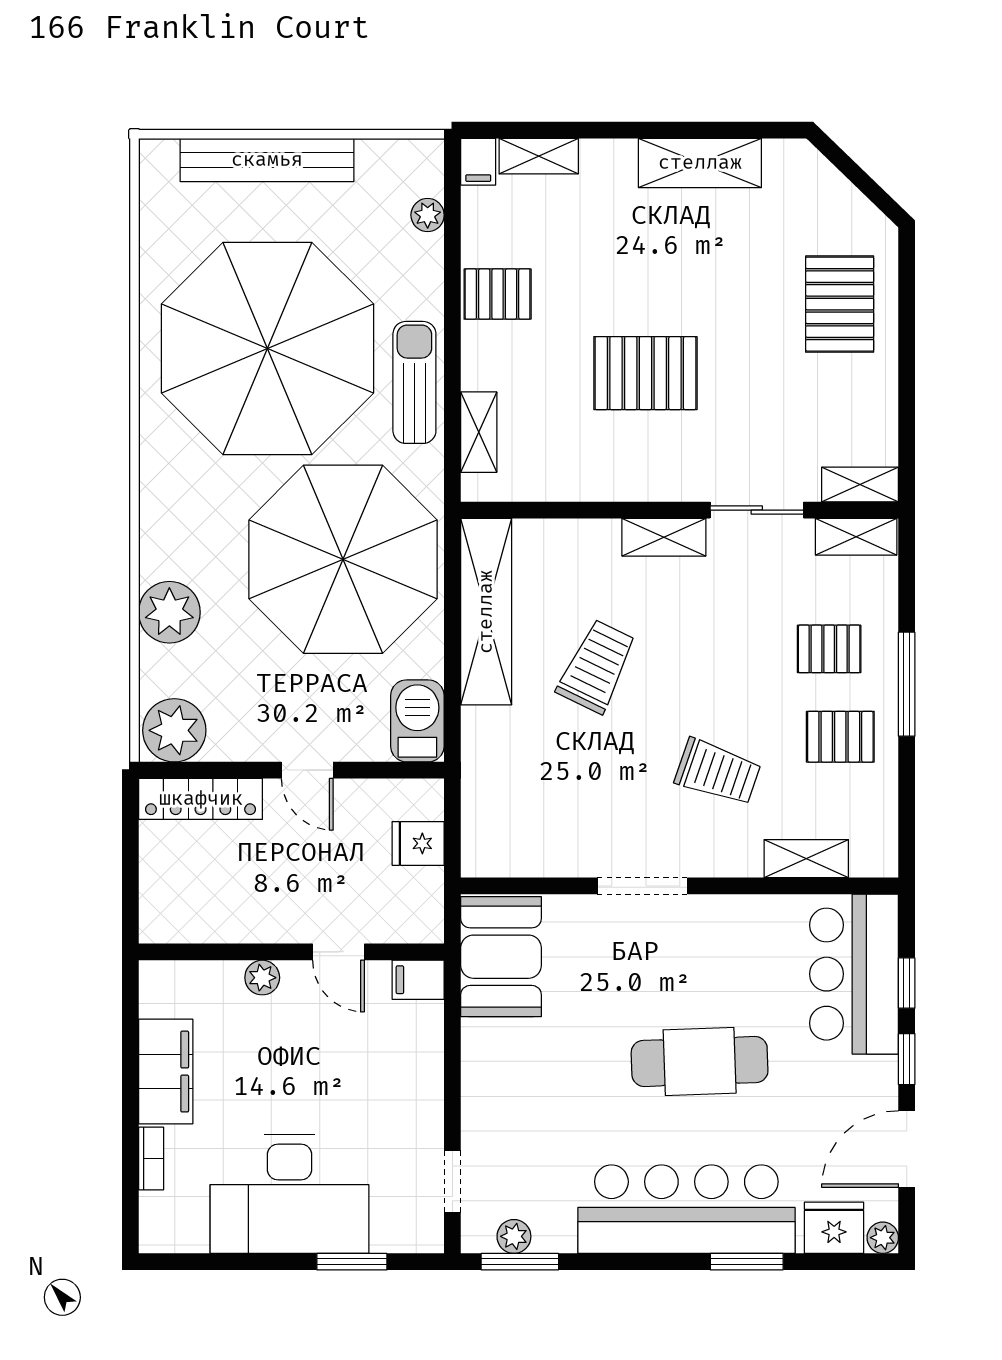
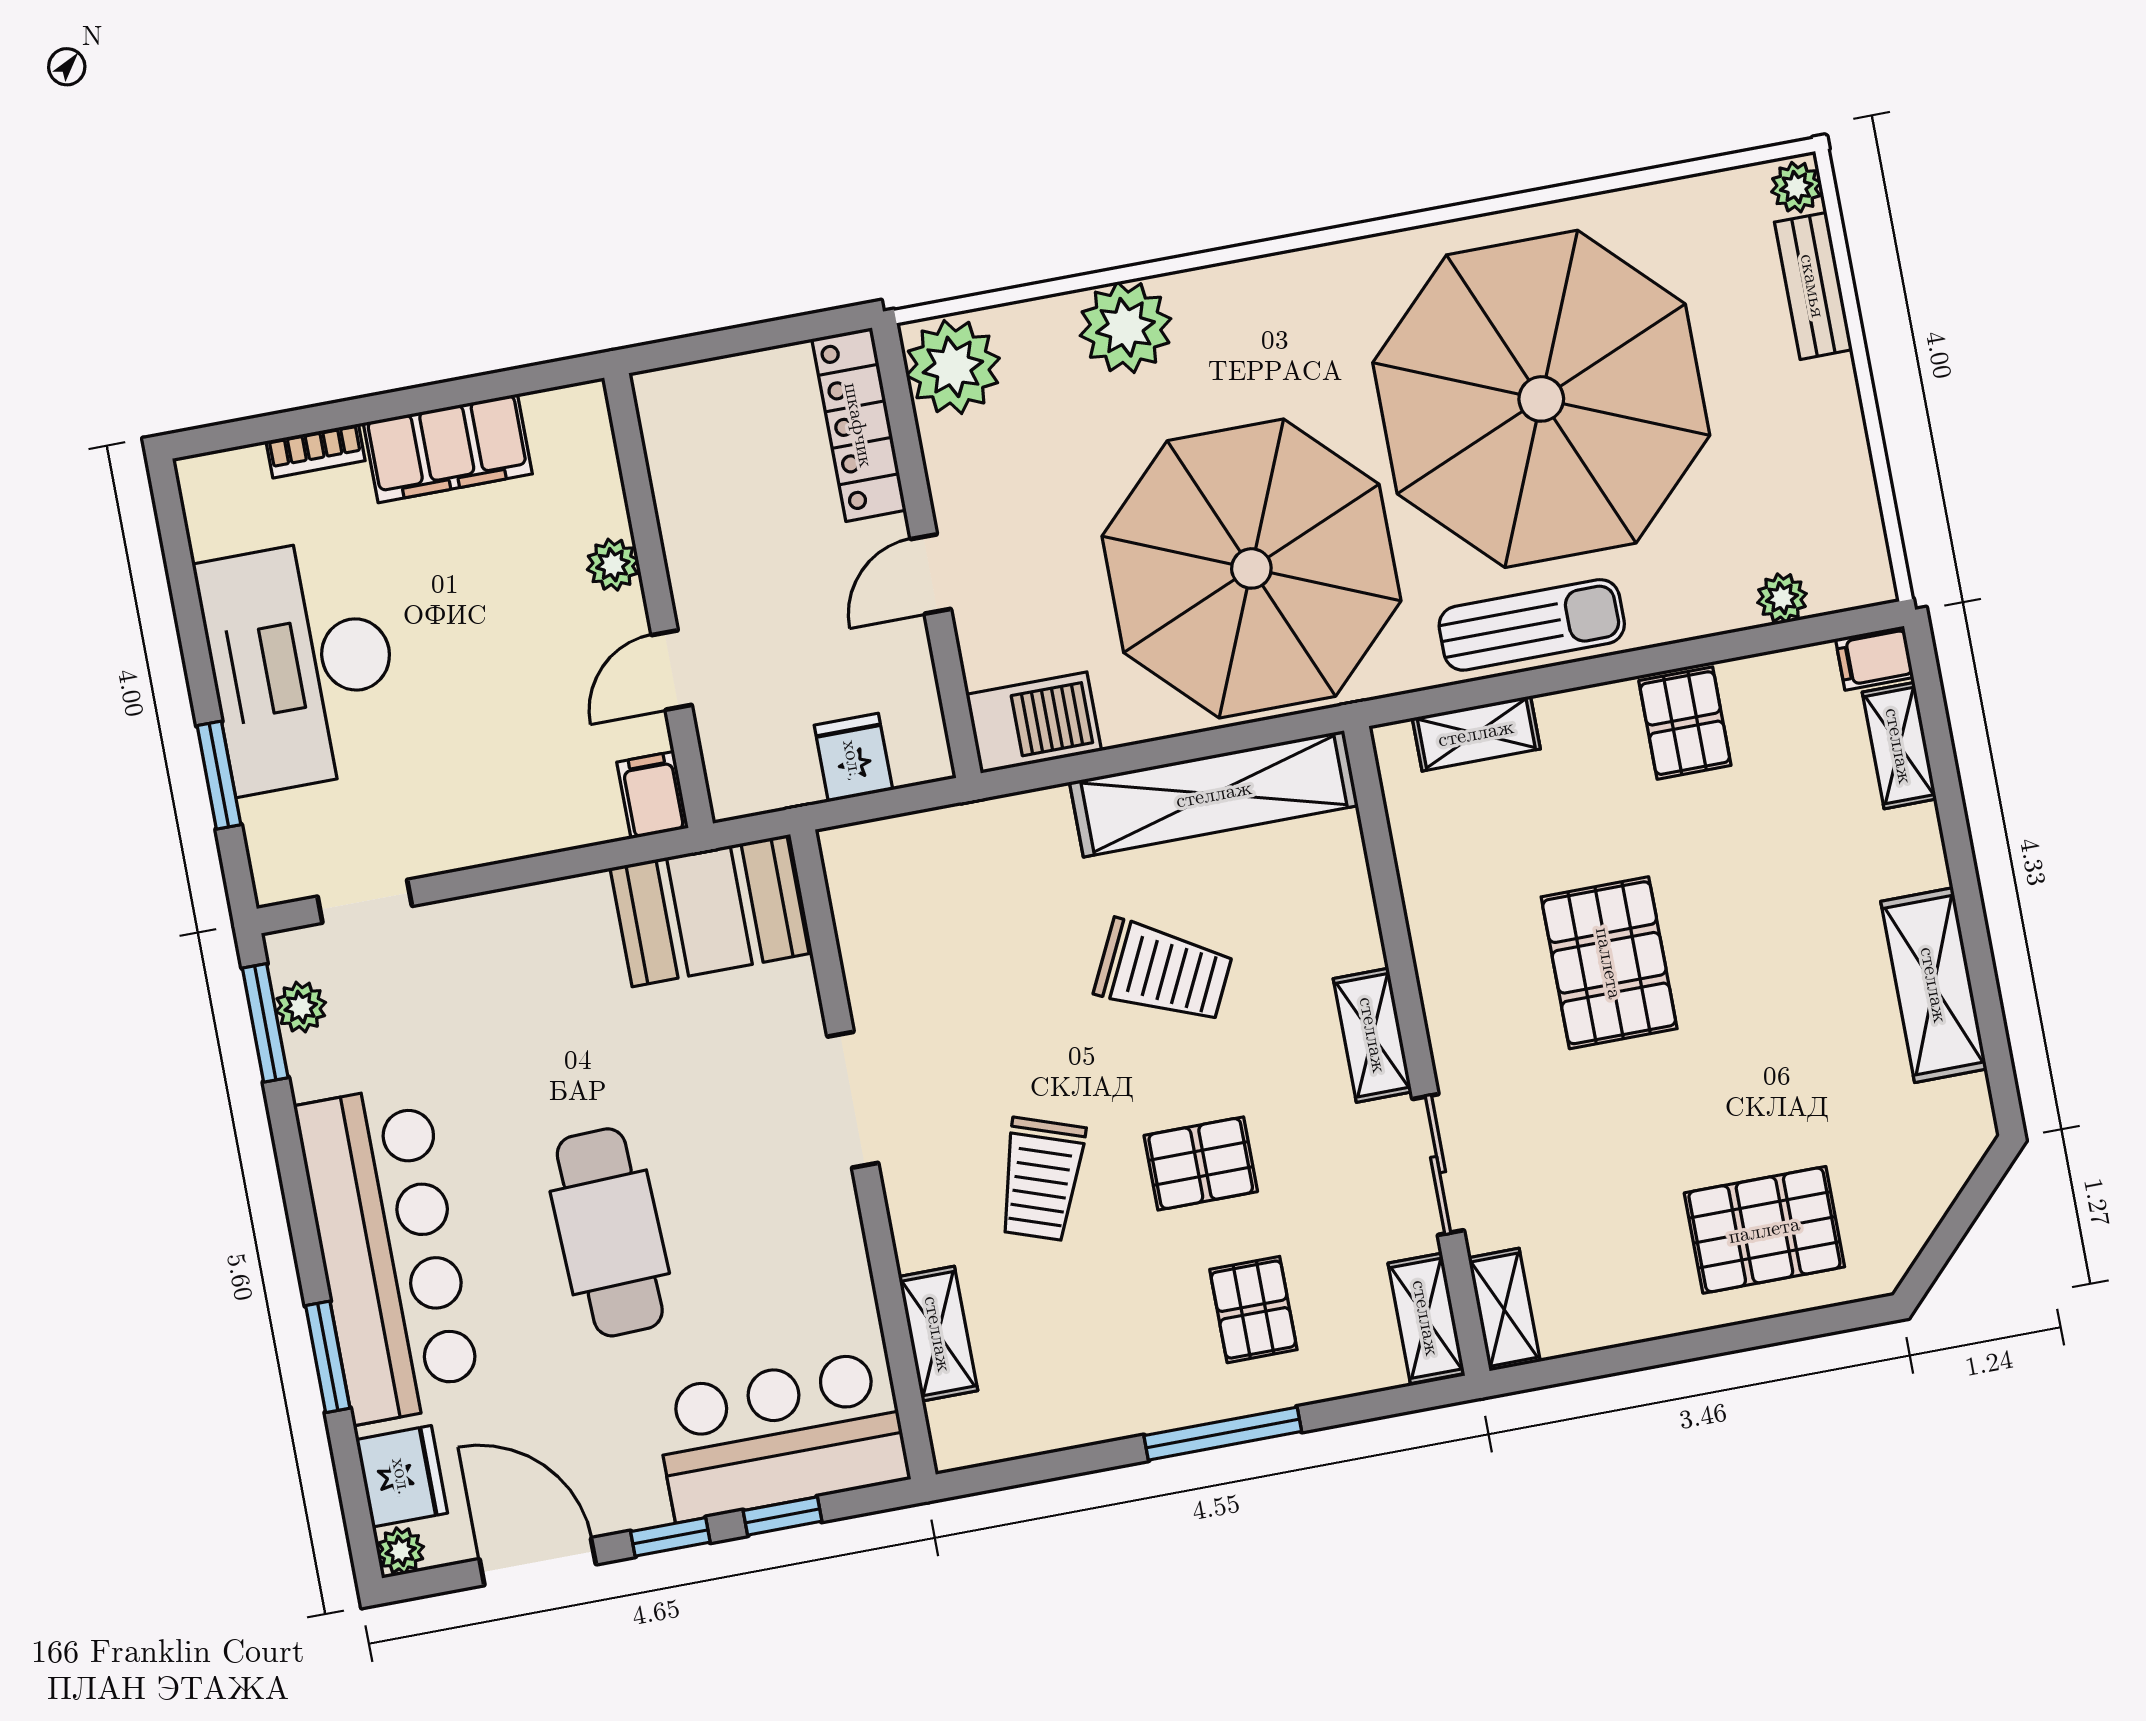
plant: (160, 155) -> (1796, 187), added
bench: (267, 160) -> (1813, 286), width x0.54, depth x0.82
pallet: (840, 737) -> (1201, 1164), moved, turned 90

